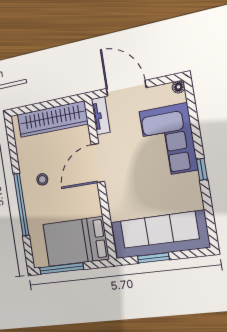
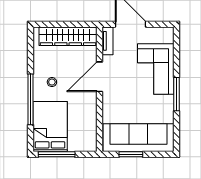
floor lamp: (179, 87) -> (169, 31), removed
window: (202, 169) -> (177, 94), width x2.17
bed: (76, 242) -> (50, 127), moved, turned 90

